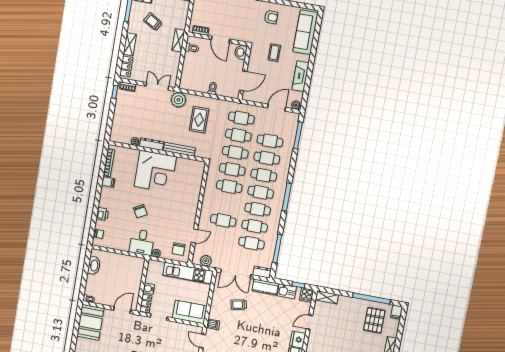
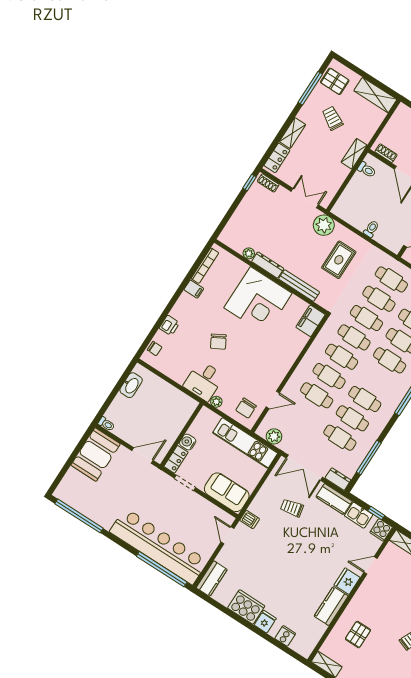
filing cabinet: (197, 171) -> (310, 321), added
cafe table: (261, 192) -> (329, 376), moved

